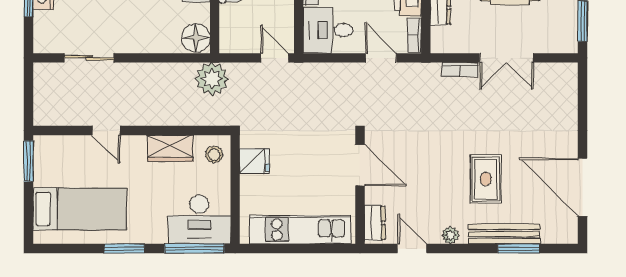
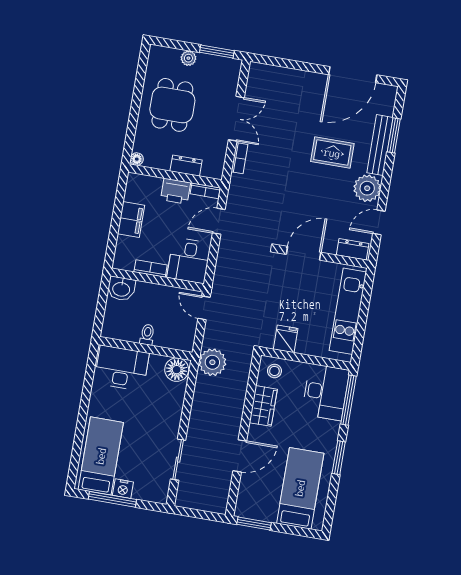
door: (275, 58) -> (204, 308), hinge flipped
door: (106, 130) -> (240, 456), width x1.38
plant: (450, 235) -> (367, 188), width x1.88, depth x1.88

